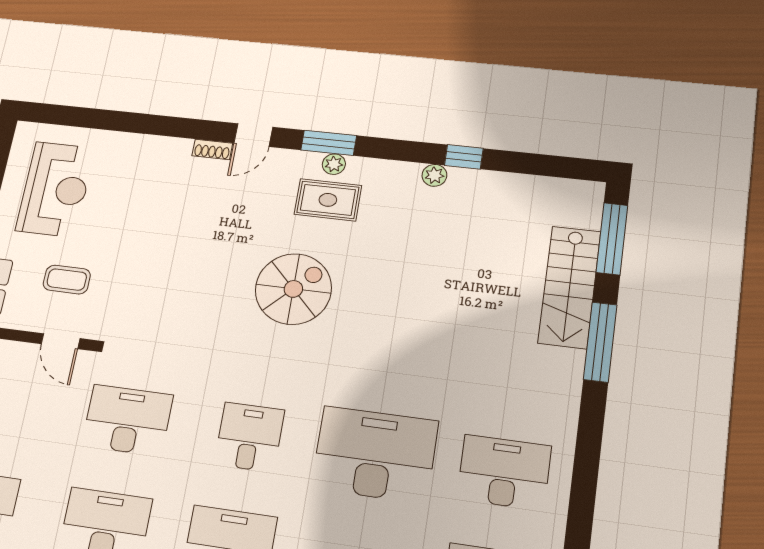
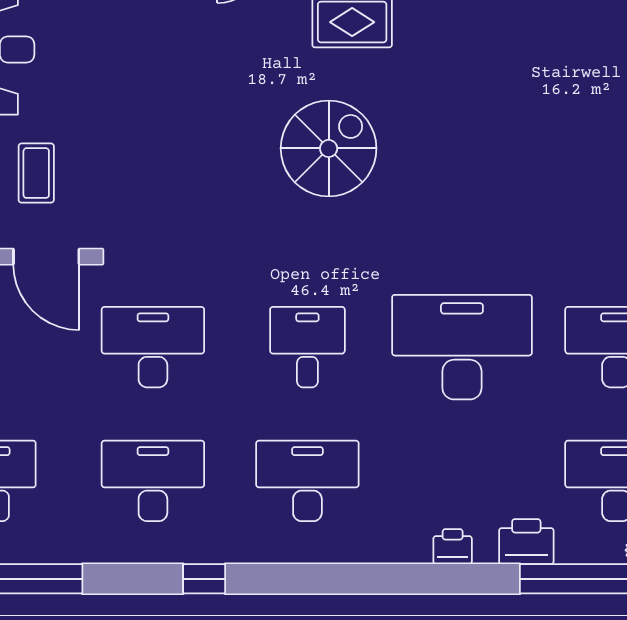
coffee table: (67, 280) -> (36, 173), turned 90
door: (61, 341) -> (46, 257), width x1.38

